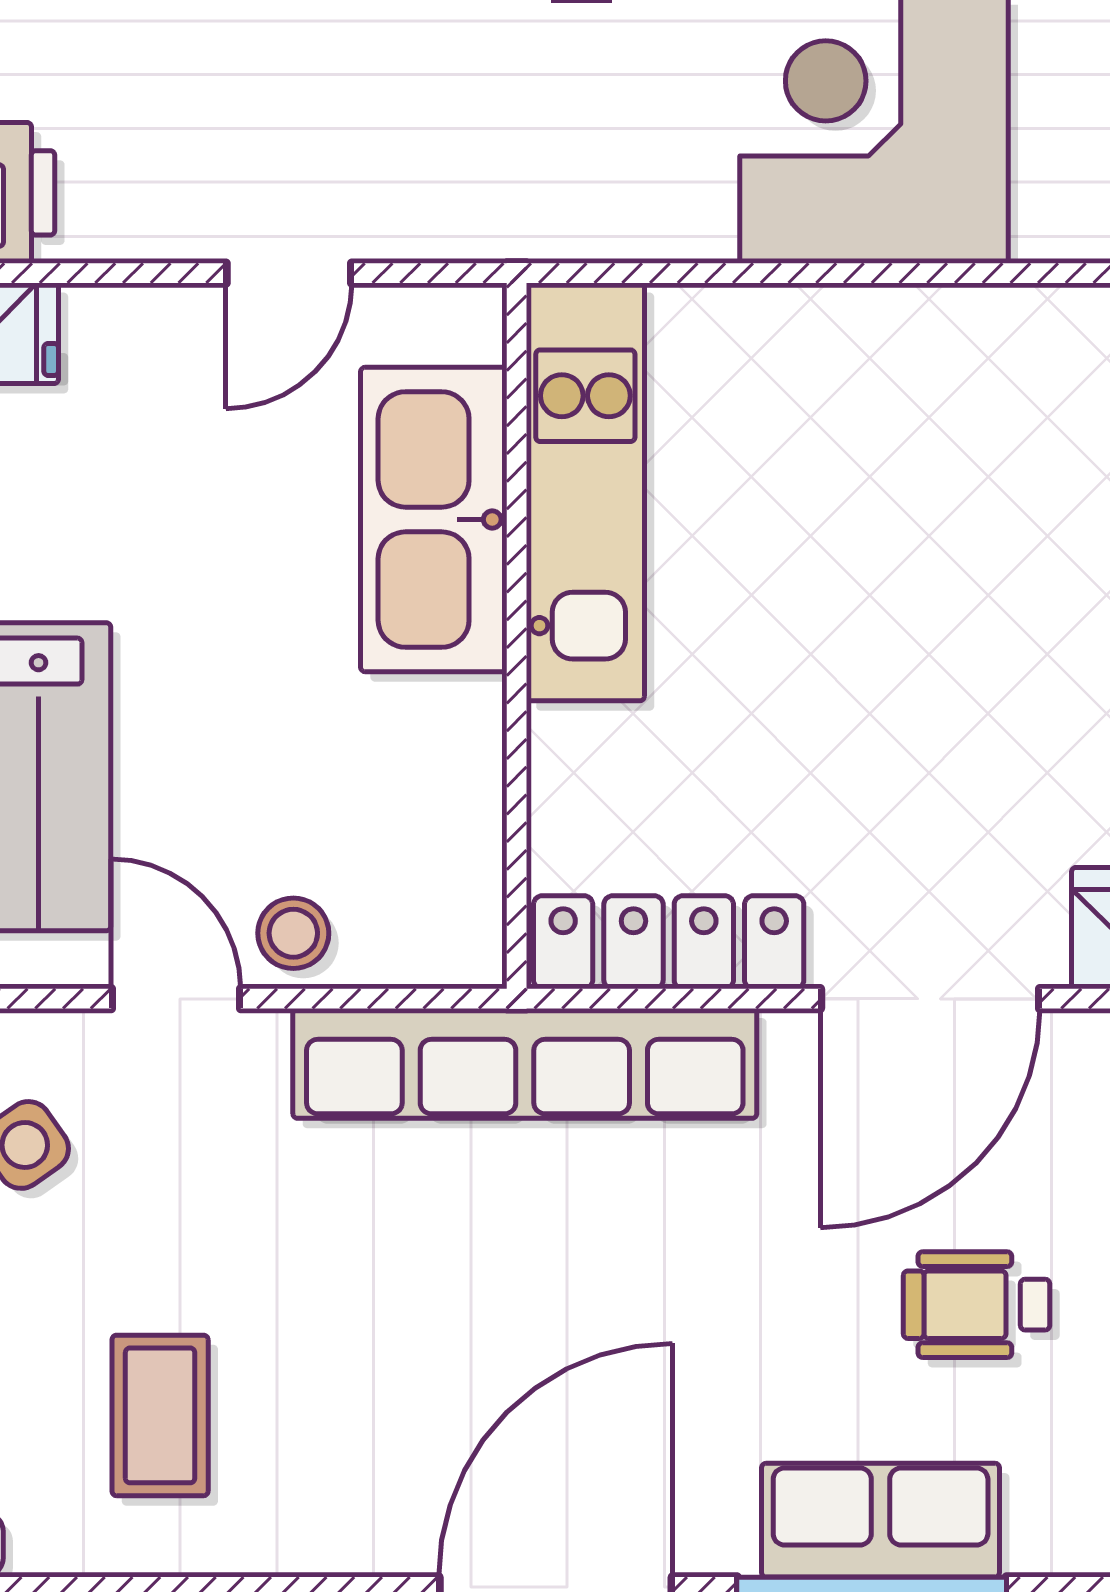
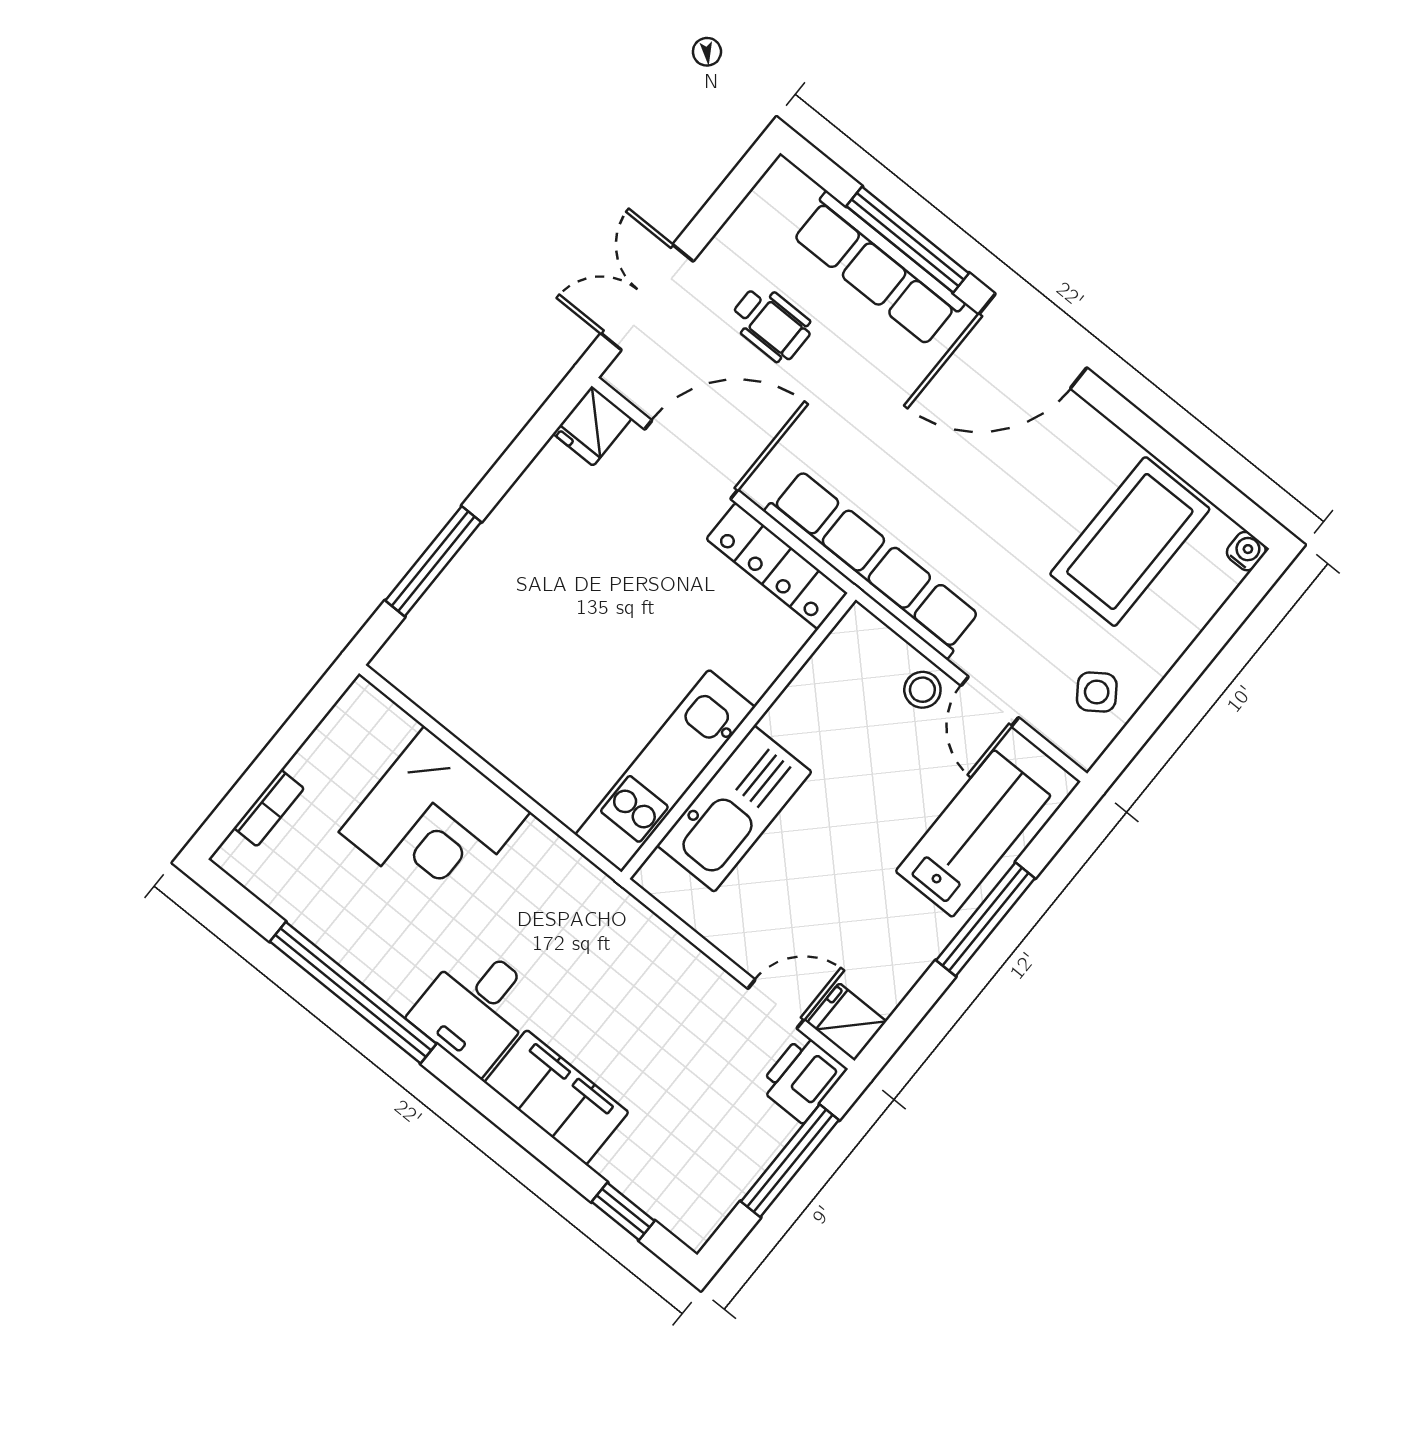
door: (289, 273) -> (776, 1004), moved
coffee table: (160, 1415) -> (1130, 542), width x1.86, depth x1.72
row of seats: (881, 1520) -> (878, 269), width x1.48

